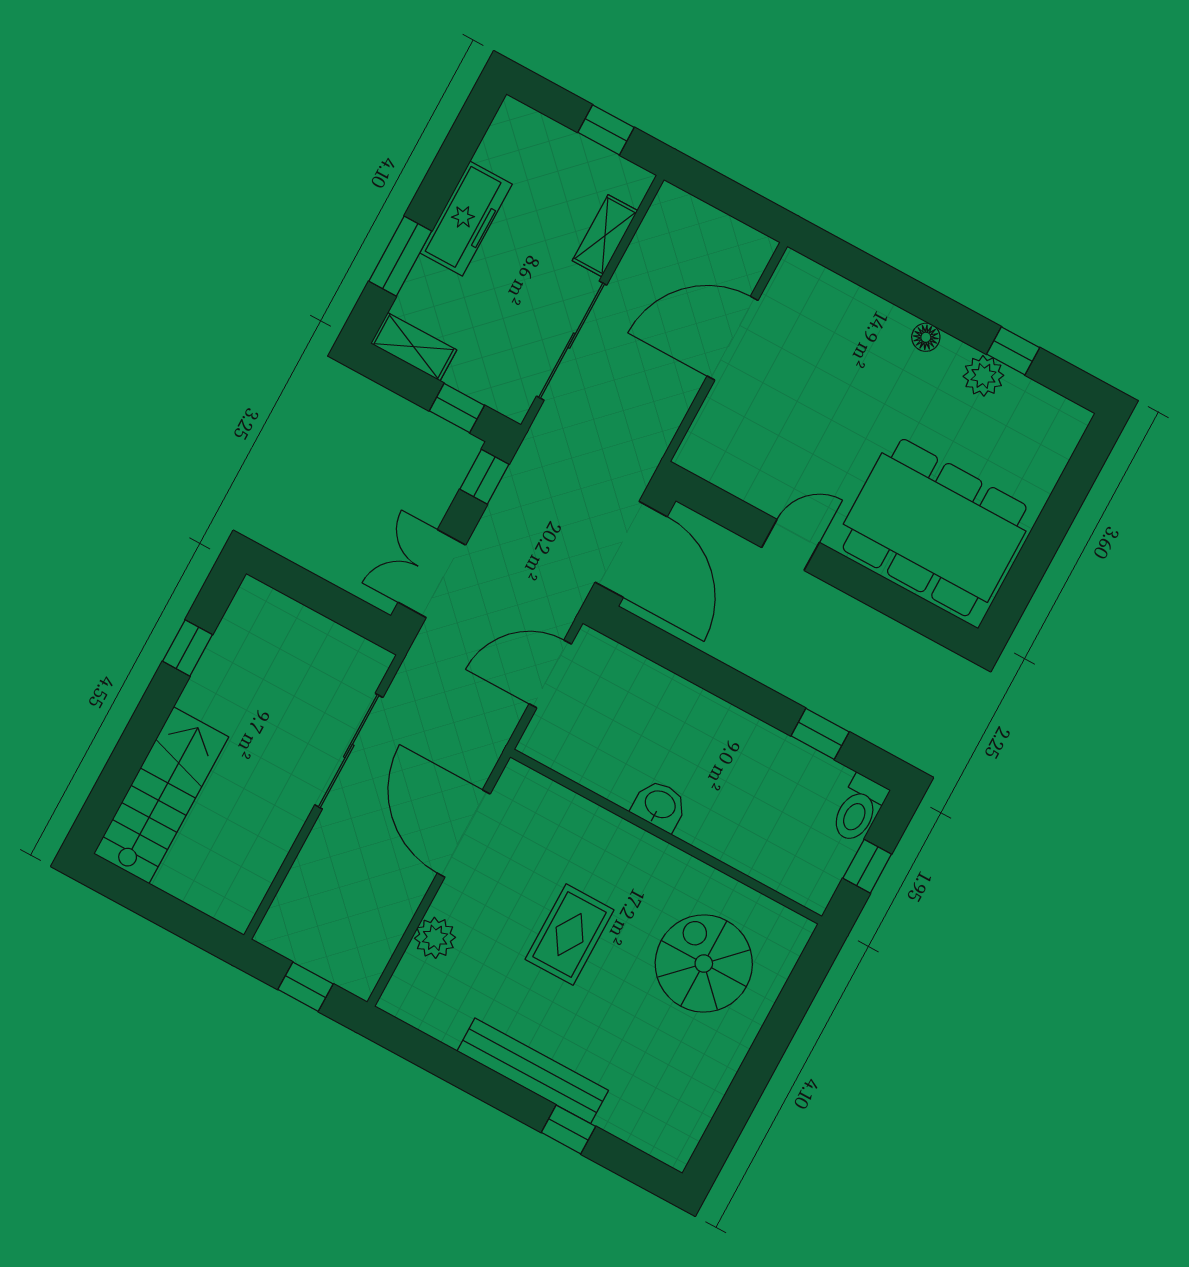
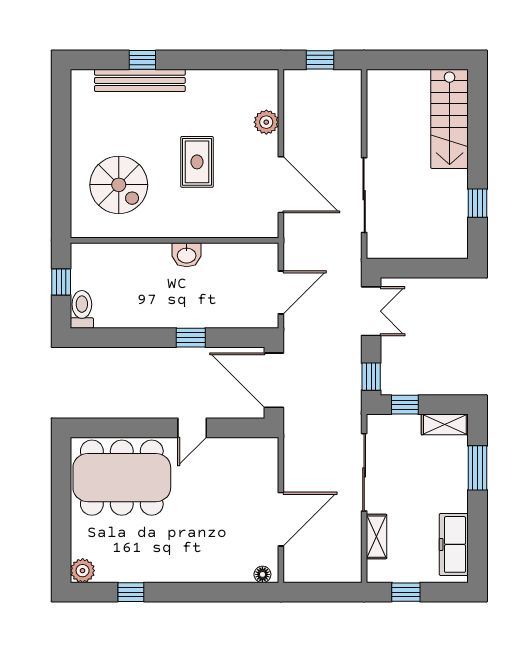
freezer: (466, 219) -> (454, 544), moved
floor lamp: (926, 337) -> (262, 574), moved
plant: (983, 376) -> (83, 571), moved
window: (820, 734) -> (191, 338), moved
bench: (533, 1071) -> (140, 80), moved

